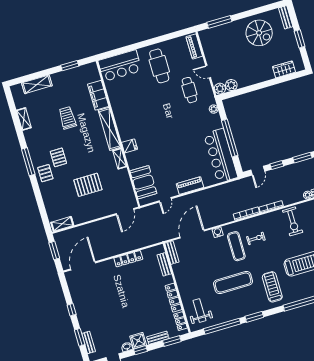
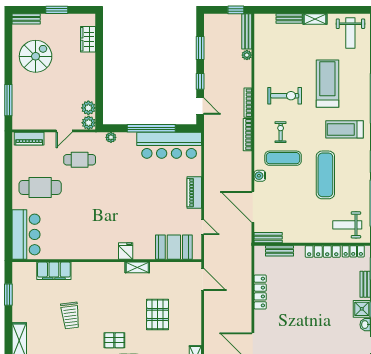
trolley: (67, 118) -> (70, 316), turned -97
shelving: (110, 129) -> (98, 269), removed
exercise bike: (293, 221) -> (285, 96), moved

